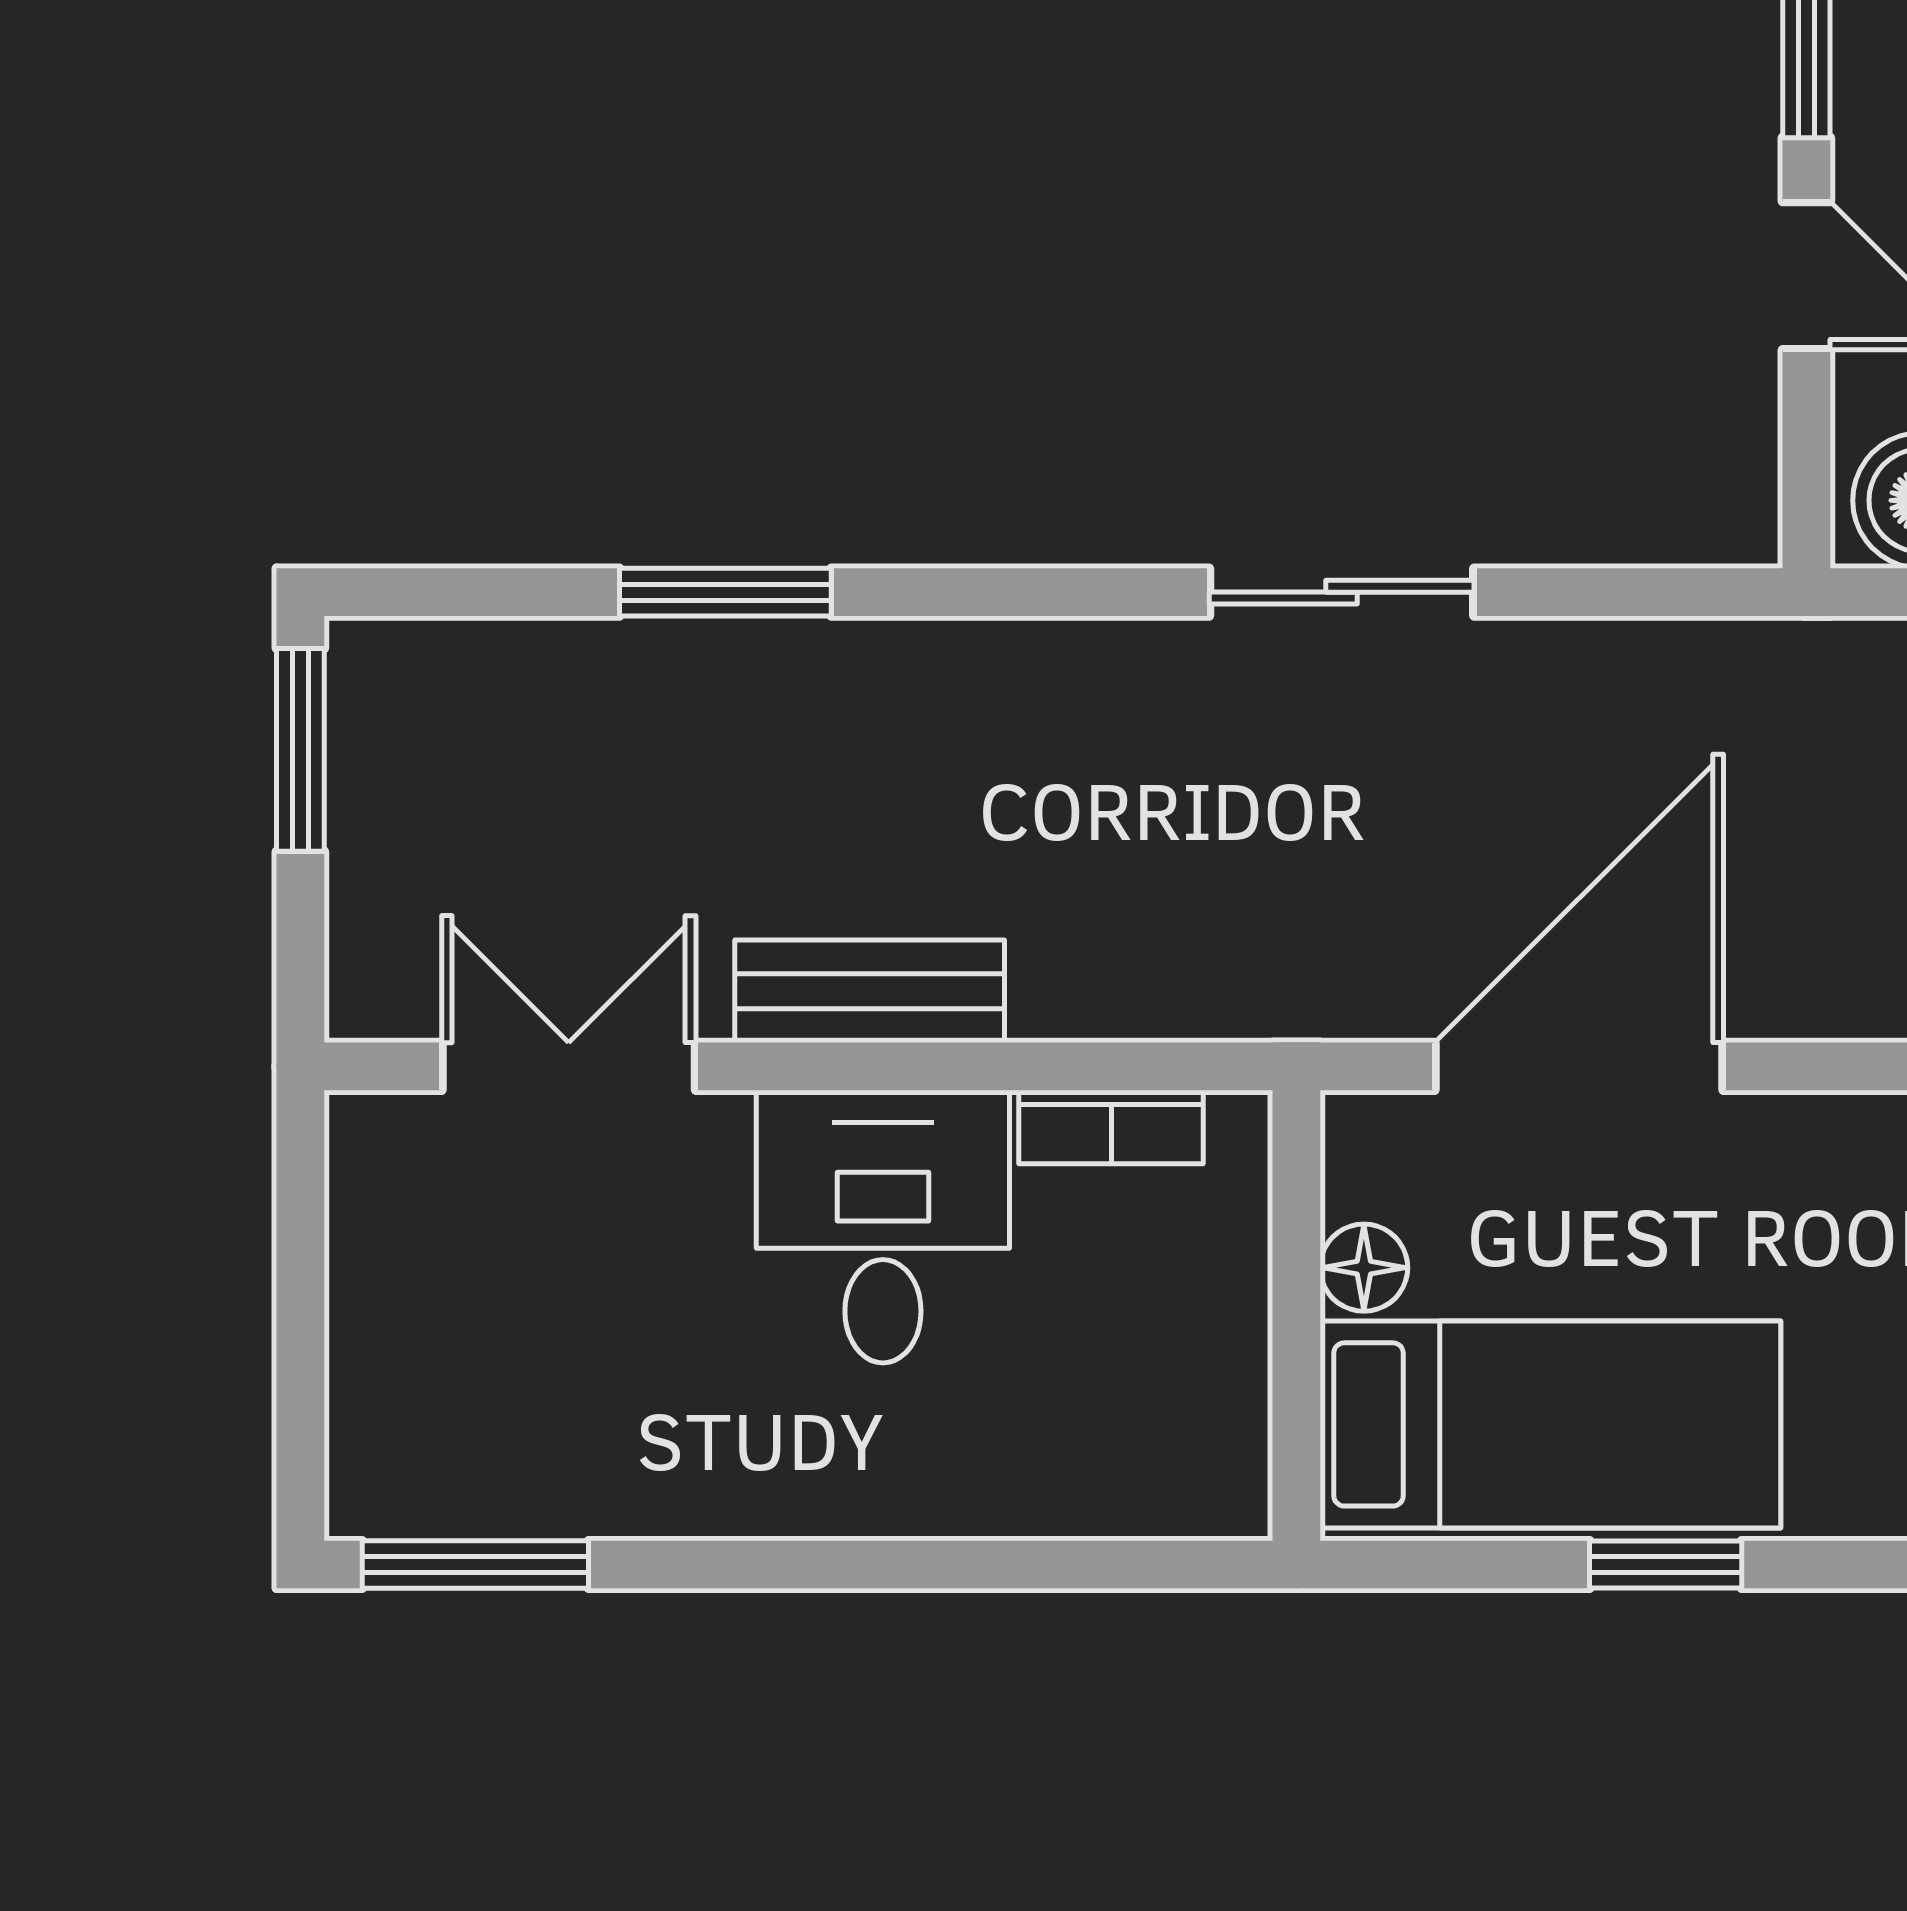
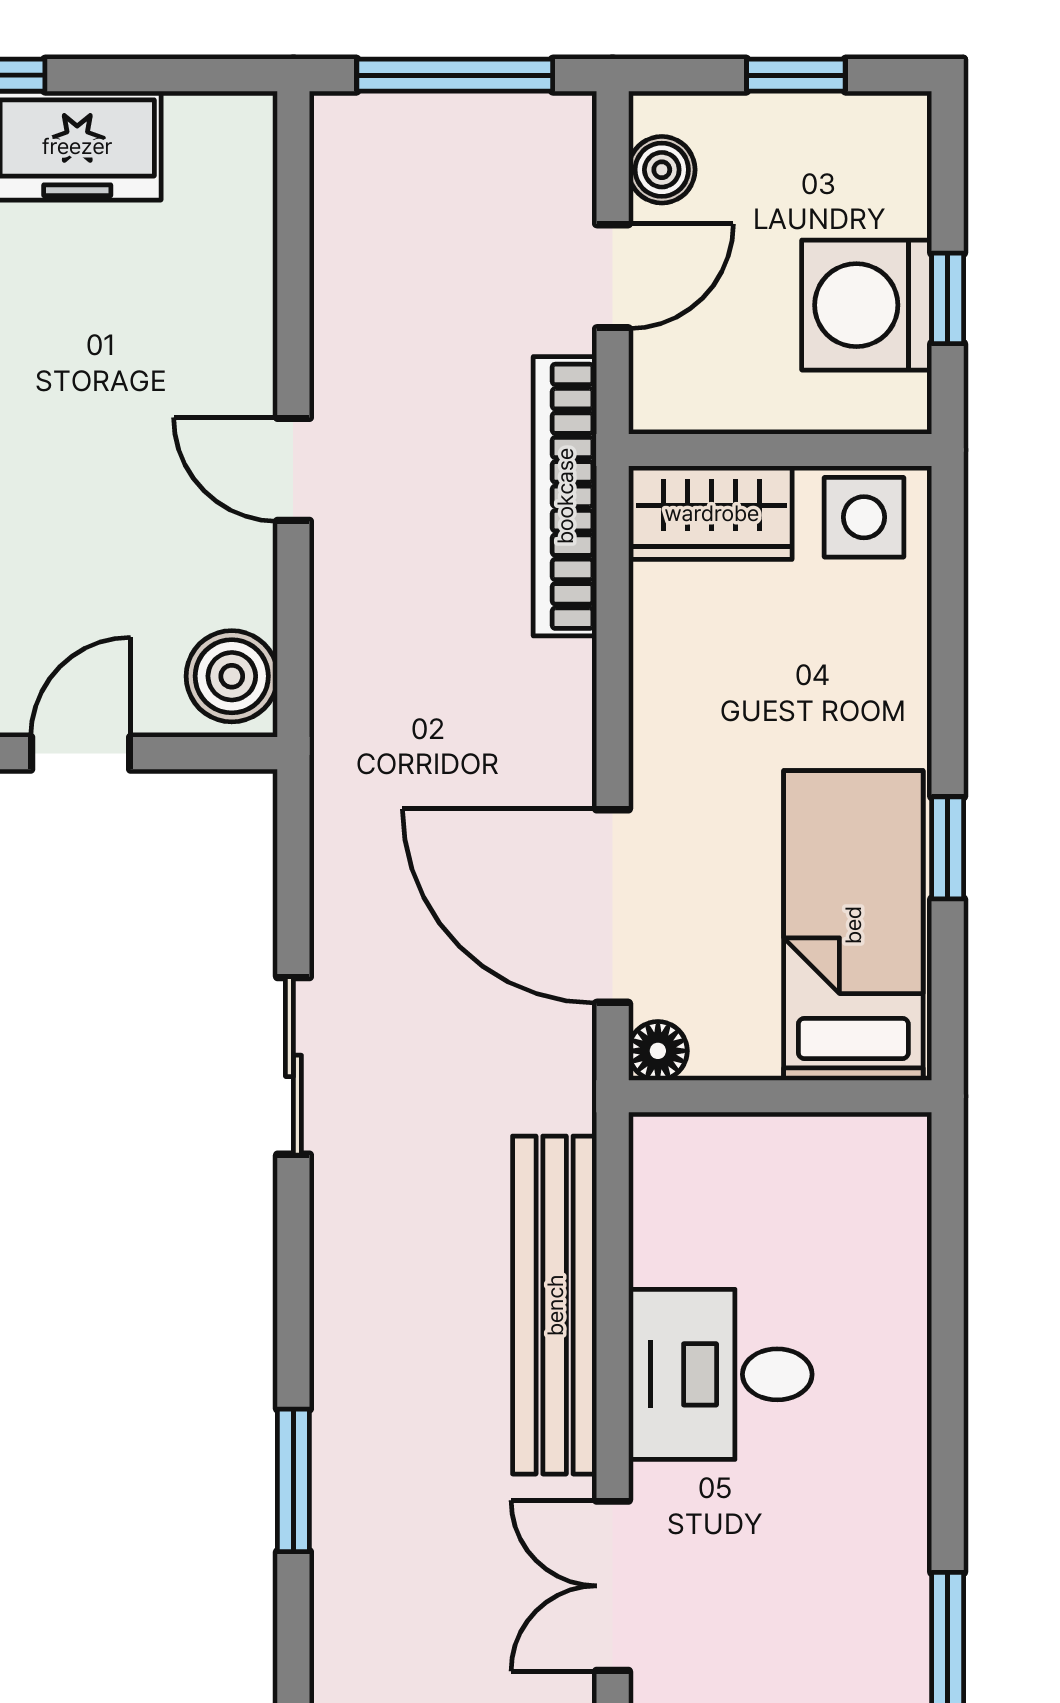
bench: (870, 991) -> (555, 1305), width x1.86, depth x1.21
bookcase: (1111, 1127) -> (653, 1221), removed
floor lamp: (1364, 1268) -> (658, 1051), moved

